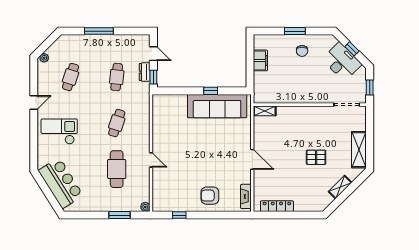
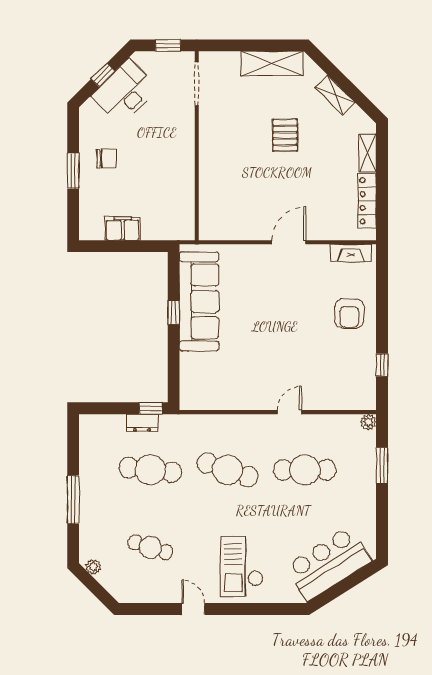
door: (153, 54) -> (111, 408), removed
plant: (44, 58) -> (93, 567), moved
cafe table: (117, 77) -> (150, 470), width x1.37, depth x1.35
shelving: (265, 111) -> (368, 153), moved
cafe table: (117, 123) -> (228, 470), width x1.37, depth x1.35

